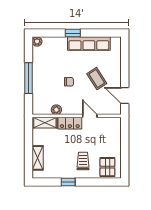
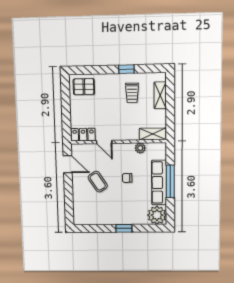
plant: (37, 41) -> (157, 215), width x1.88, depth x1.88
row of seats: (89, 44) -> (159, 183), moved, turned -90
locker: (70, 123) -> (83, 135), moved
trolley: (83, 161) -> (132, 93), moved
pallet: (107, 167) -> (84, 87), turned 90

